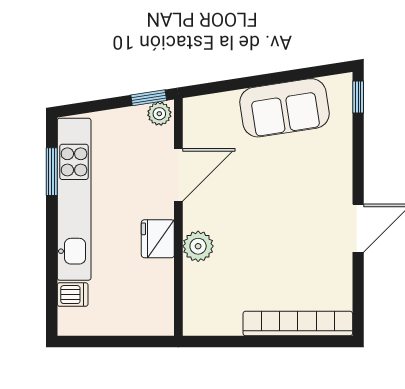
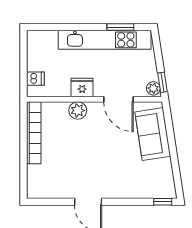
sofa: (284, 108) -> (153, 134), moved
dishwasher: (73, 295) -> (35, 79), moved, turned -90
bookcase: (298, 323) -> (34, 133), moved

